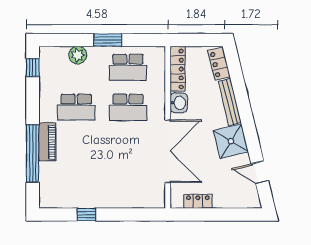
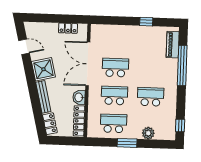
piano: (47, 142) -> (173, 45), moved
school desk: (128, 147) -> (115, 68), added

